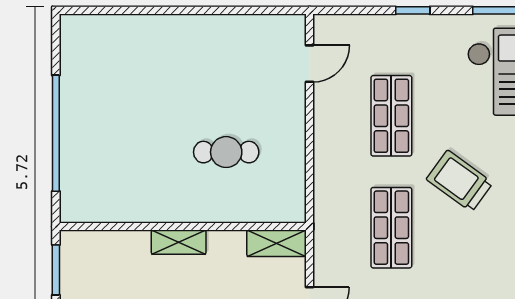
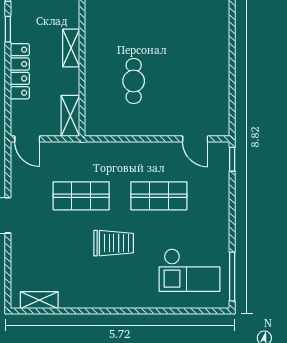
window: (413, 10) -> (232, 159), moved
trolley: (460, 181) -> (114, 243), turned 54

